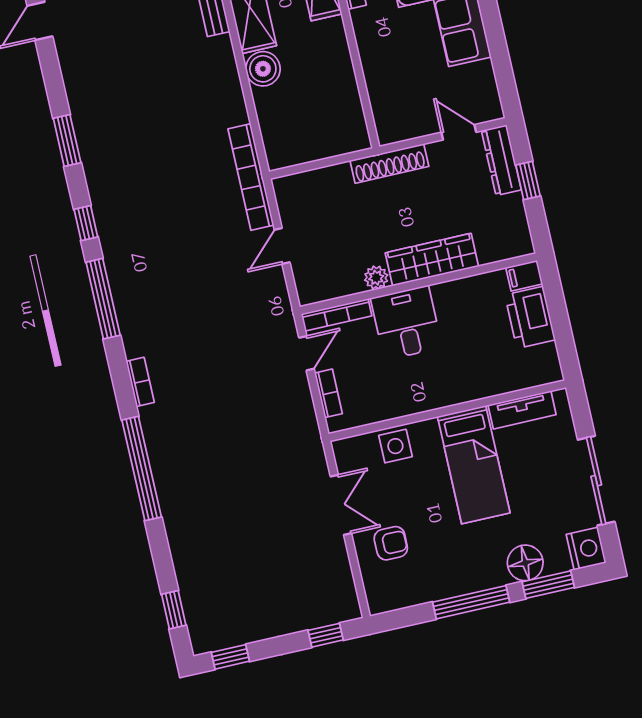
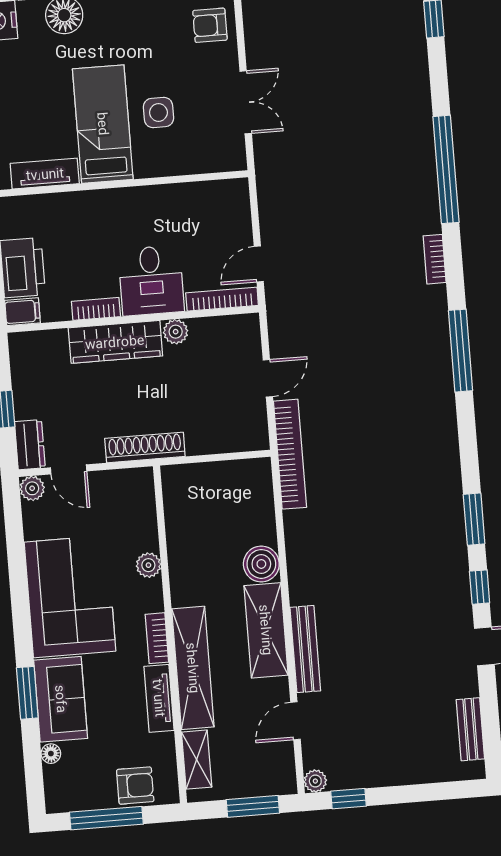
plant: (370, 52) -> (148, 565), added
plant: (491, 109) -> (32, 488), added
dresser: (501, 160) -> (30, 445), width x0.70
window: (86, 223) -> (480, 587), moved
bookcase: (328, 393) -> (96, 309), moved, turned 90
side table: (395, 446) -> (158, 113), moved
double door: (341, 505) -> (246, 102), swing flipped
armchair: (391, 543) -> (210, 25), moved

